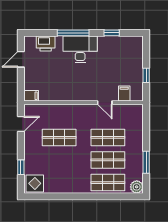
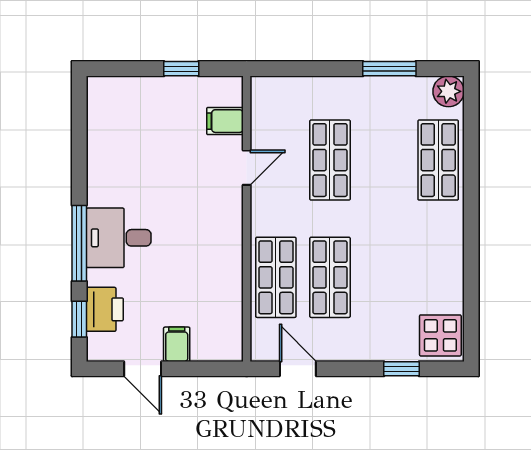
window: (112, 33) -> (79, 319), moved
desk: (80, 49) -> (119, 238), width x0.73
filing cabinet: (31, 96) -> (177, 344), moved
shop shelf: (108, 160) -> (276, 277), moved

